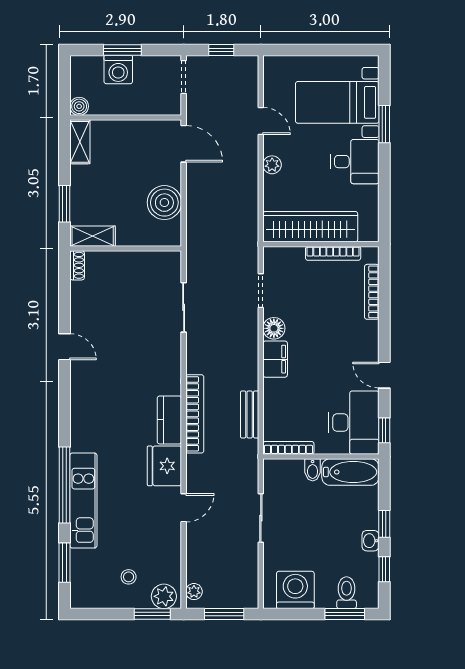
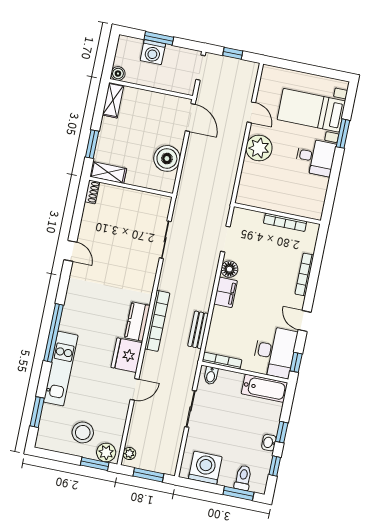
plant: (272, 165) -> (259, 148), width x1.88, depth x1.88
wardrobe: (310, 227) -> (272, 199), removed
bookcase: (372, 292) -> (304, 275), moved
bidet: (313, 470) -> (211, 376), moved
window: (65, 485) -> (53, 333), moved
stool: (129, 577) -> (83, 432), width x1.89, depth x1.89

